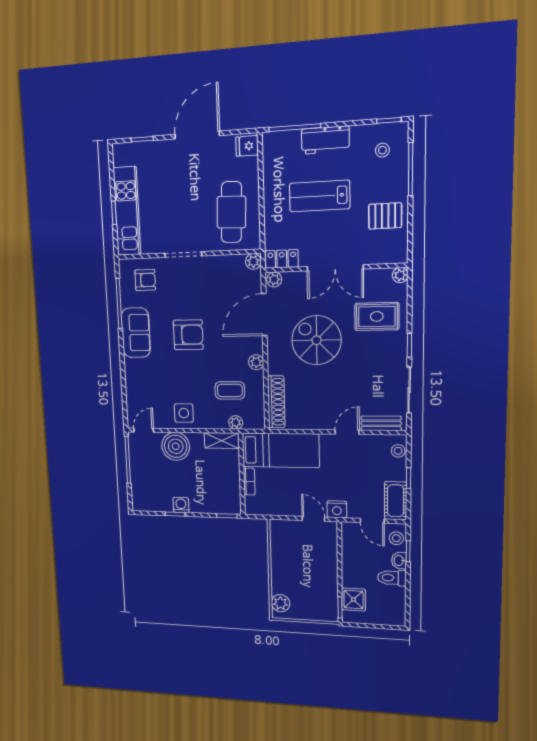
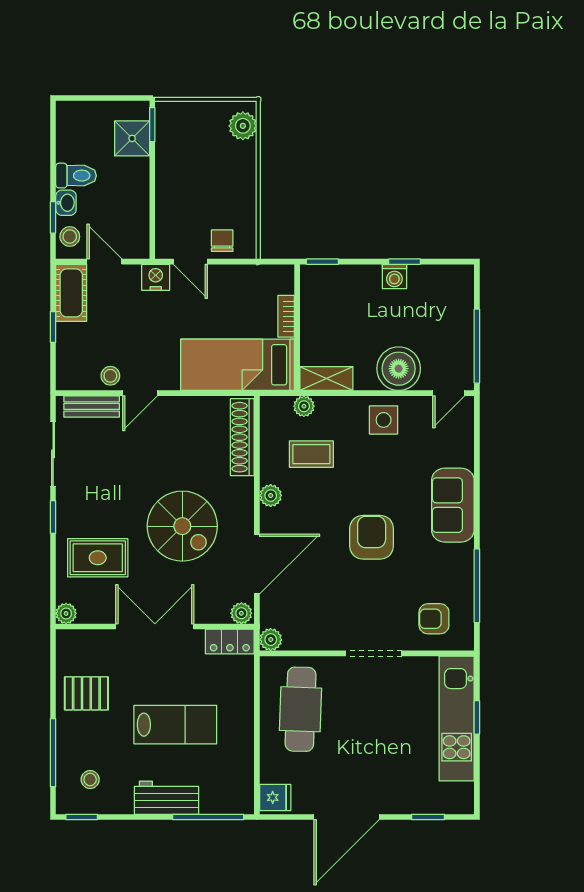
sofa: (136, 333) -> (453, 505), moved
armchair: (188, 335) -> (372, 537), turned 90
stool: (398, 451) -> (110, 376), moved
chair: (292, 532) -> (222, 241), added

